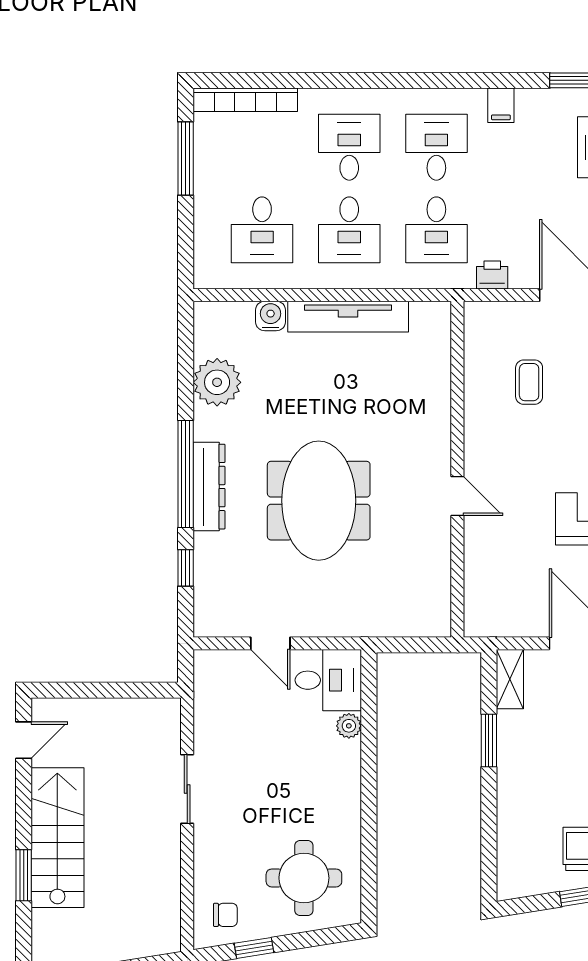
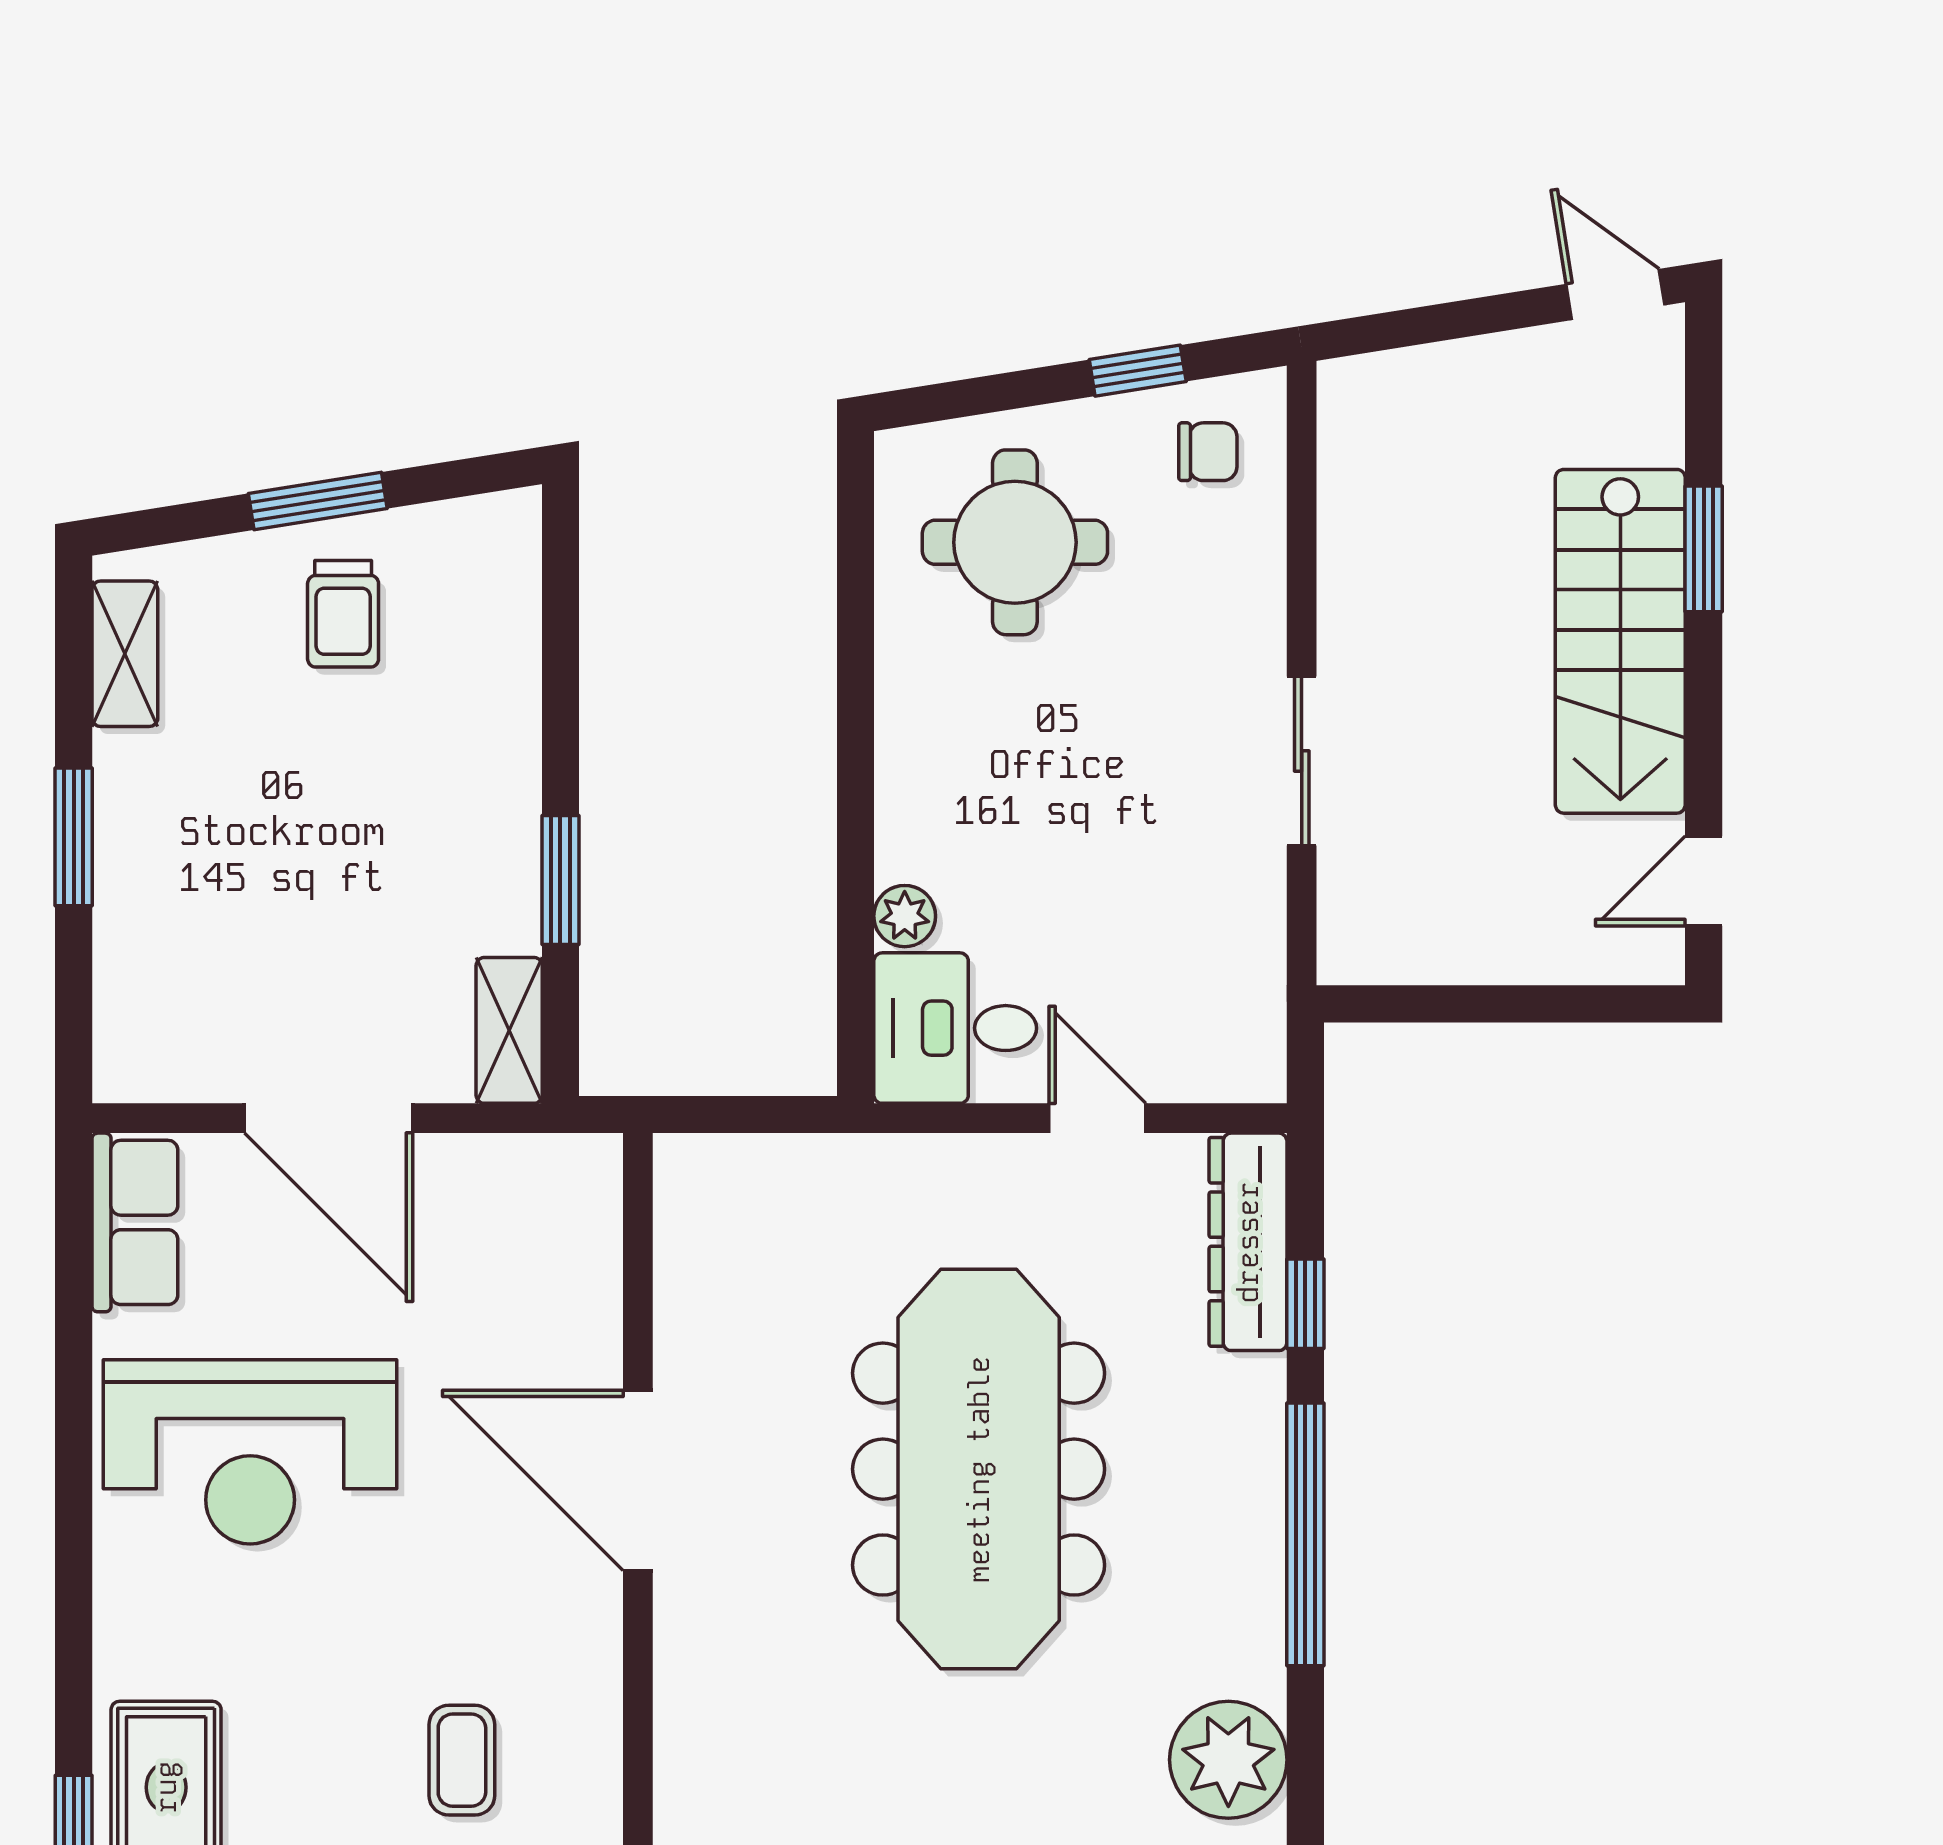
dresser: (209, 487) -> (1248, 1242), moved
door: (457, 496) -> (638, 1480), width x1.88
meeting table: (319, 501) -> (979, 1469), width x1.36
chair: (225, 915) -> (1208, 452), turned 180

